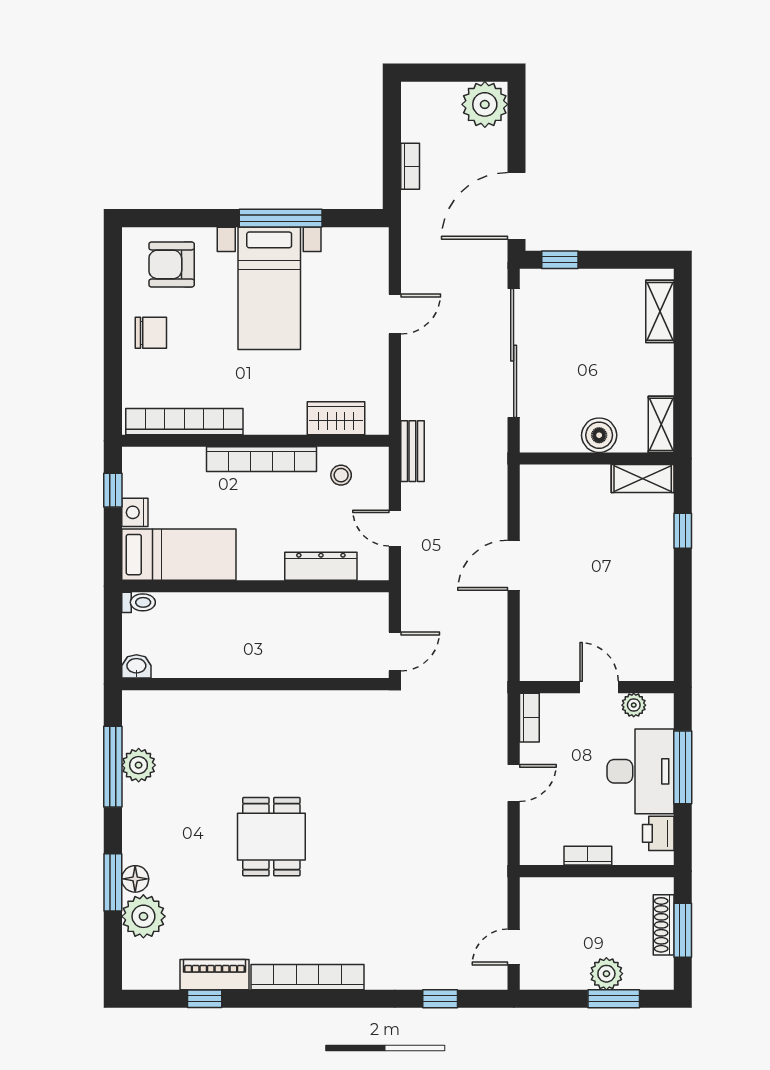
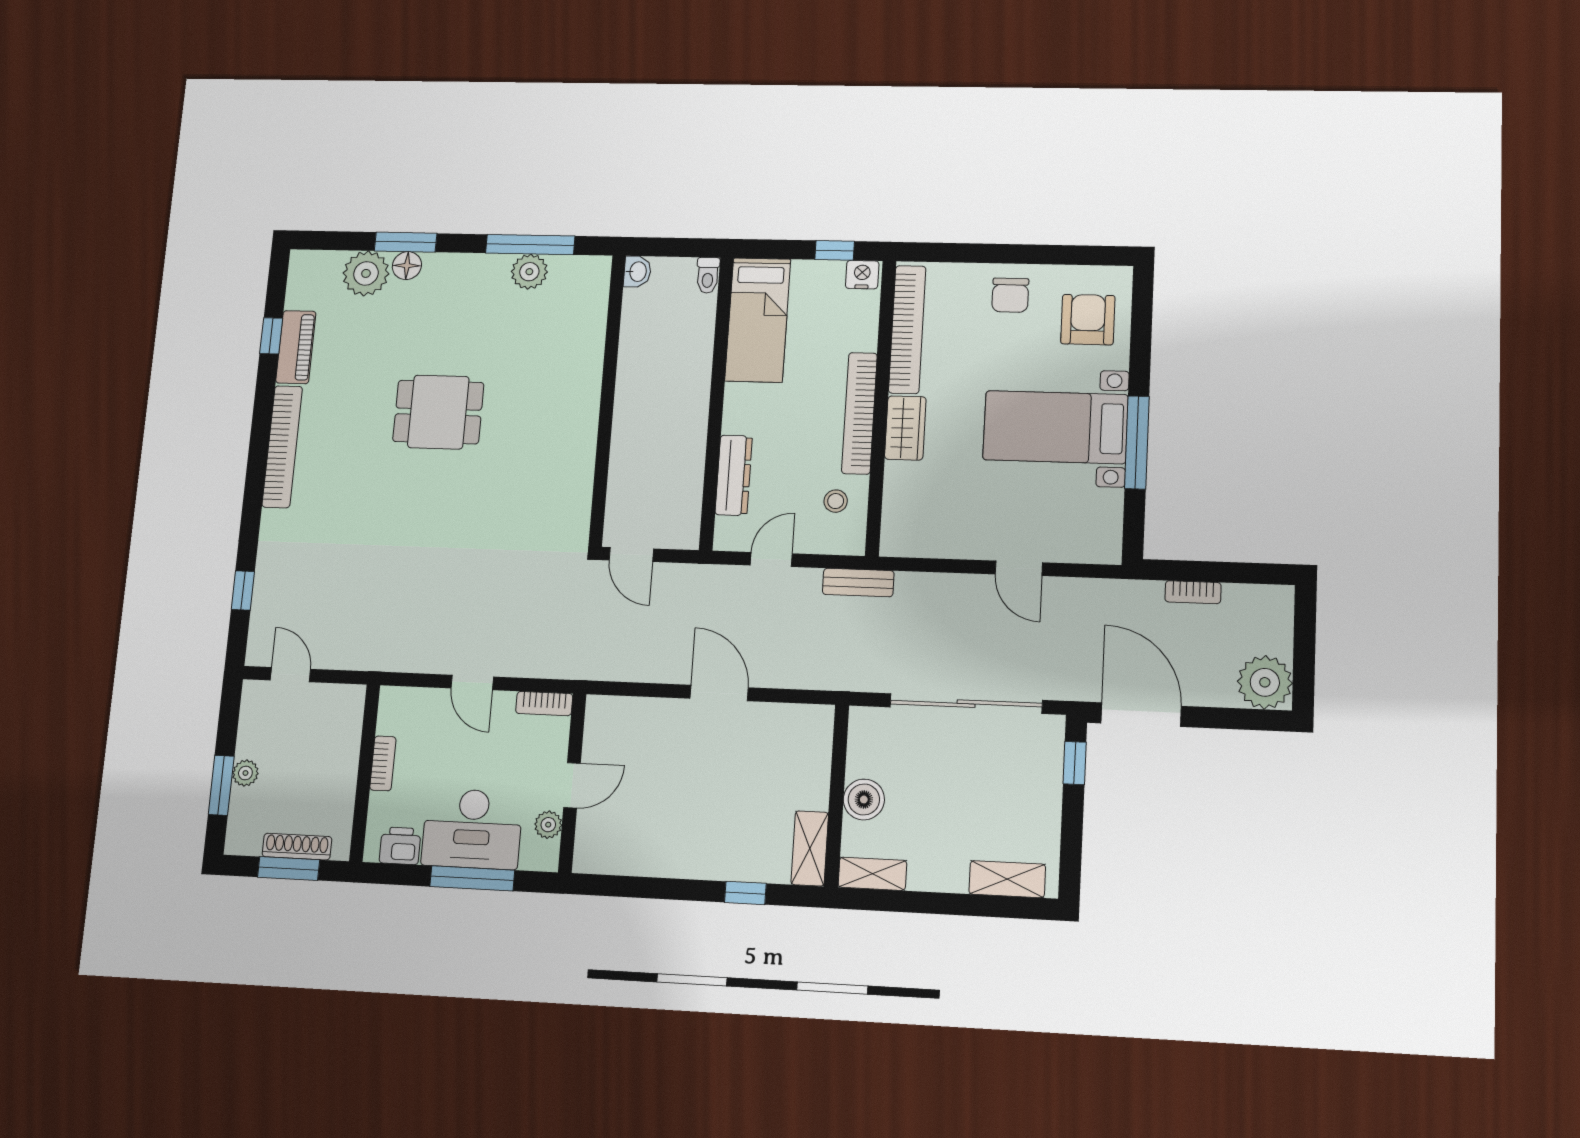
wardrobe: (336, 418) -> (905, 428), moved
nightstand: (135, 512) -> (862, 275), moved
plant: (606, 974) -> (245, 773), width x0.73, depth x0.73

